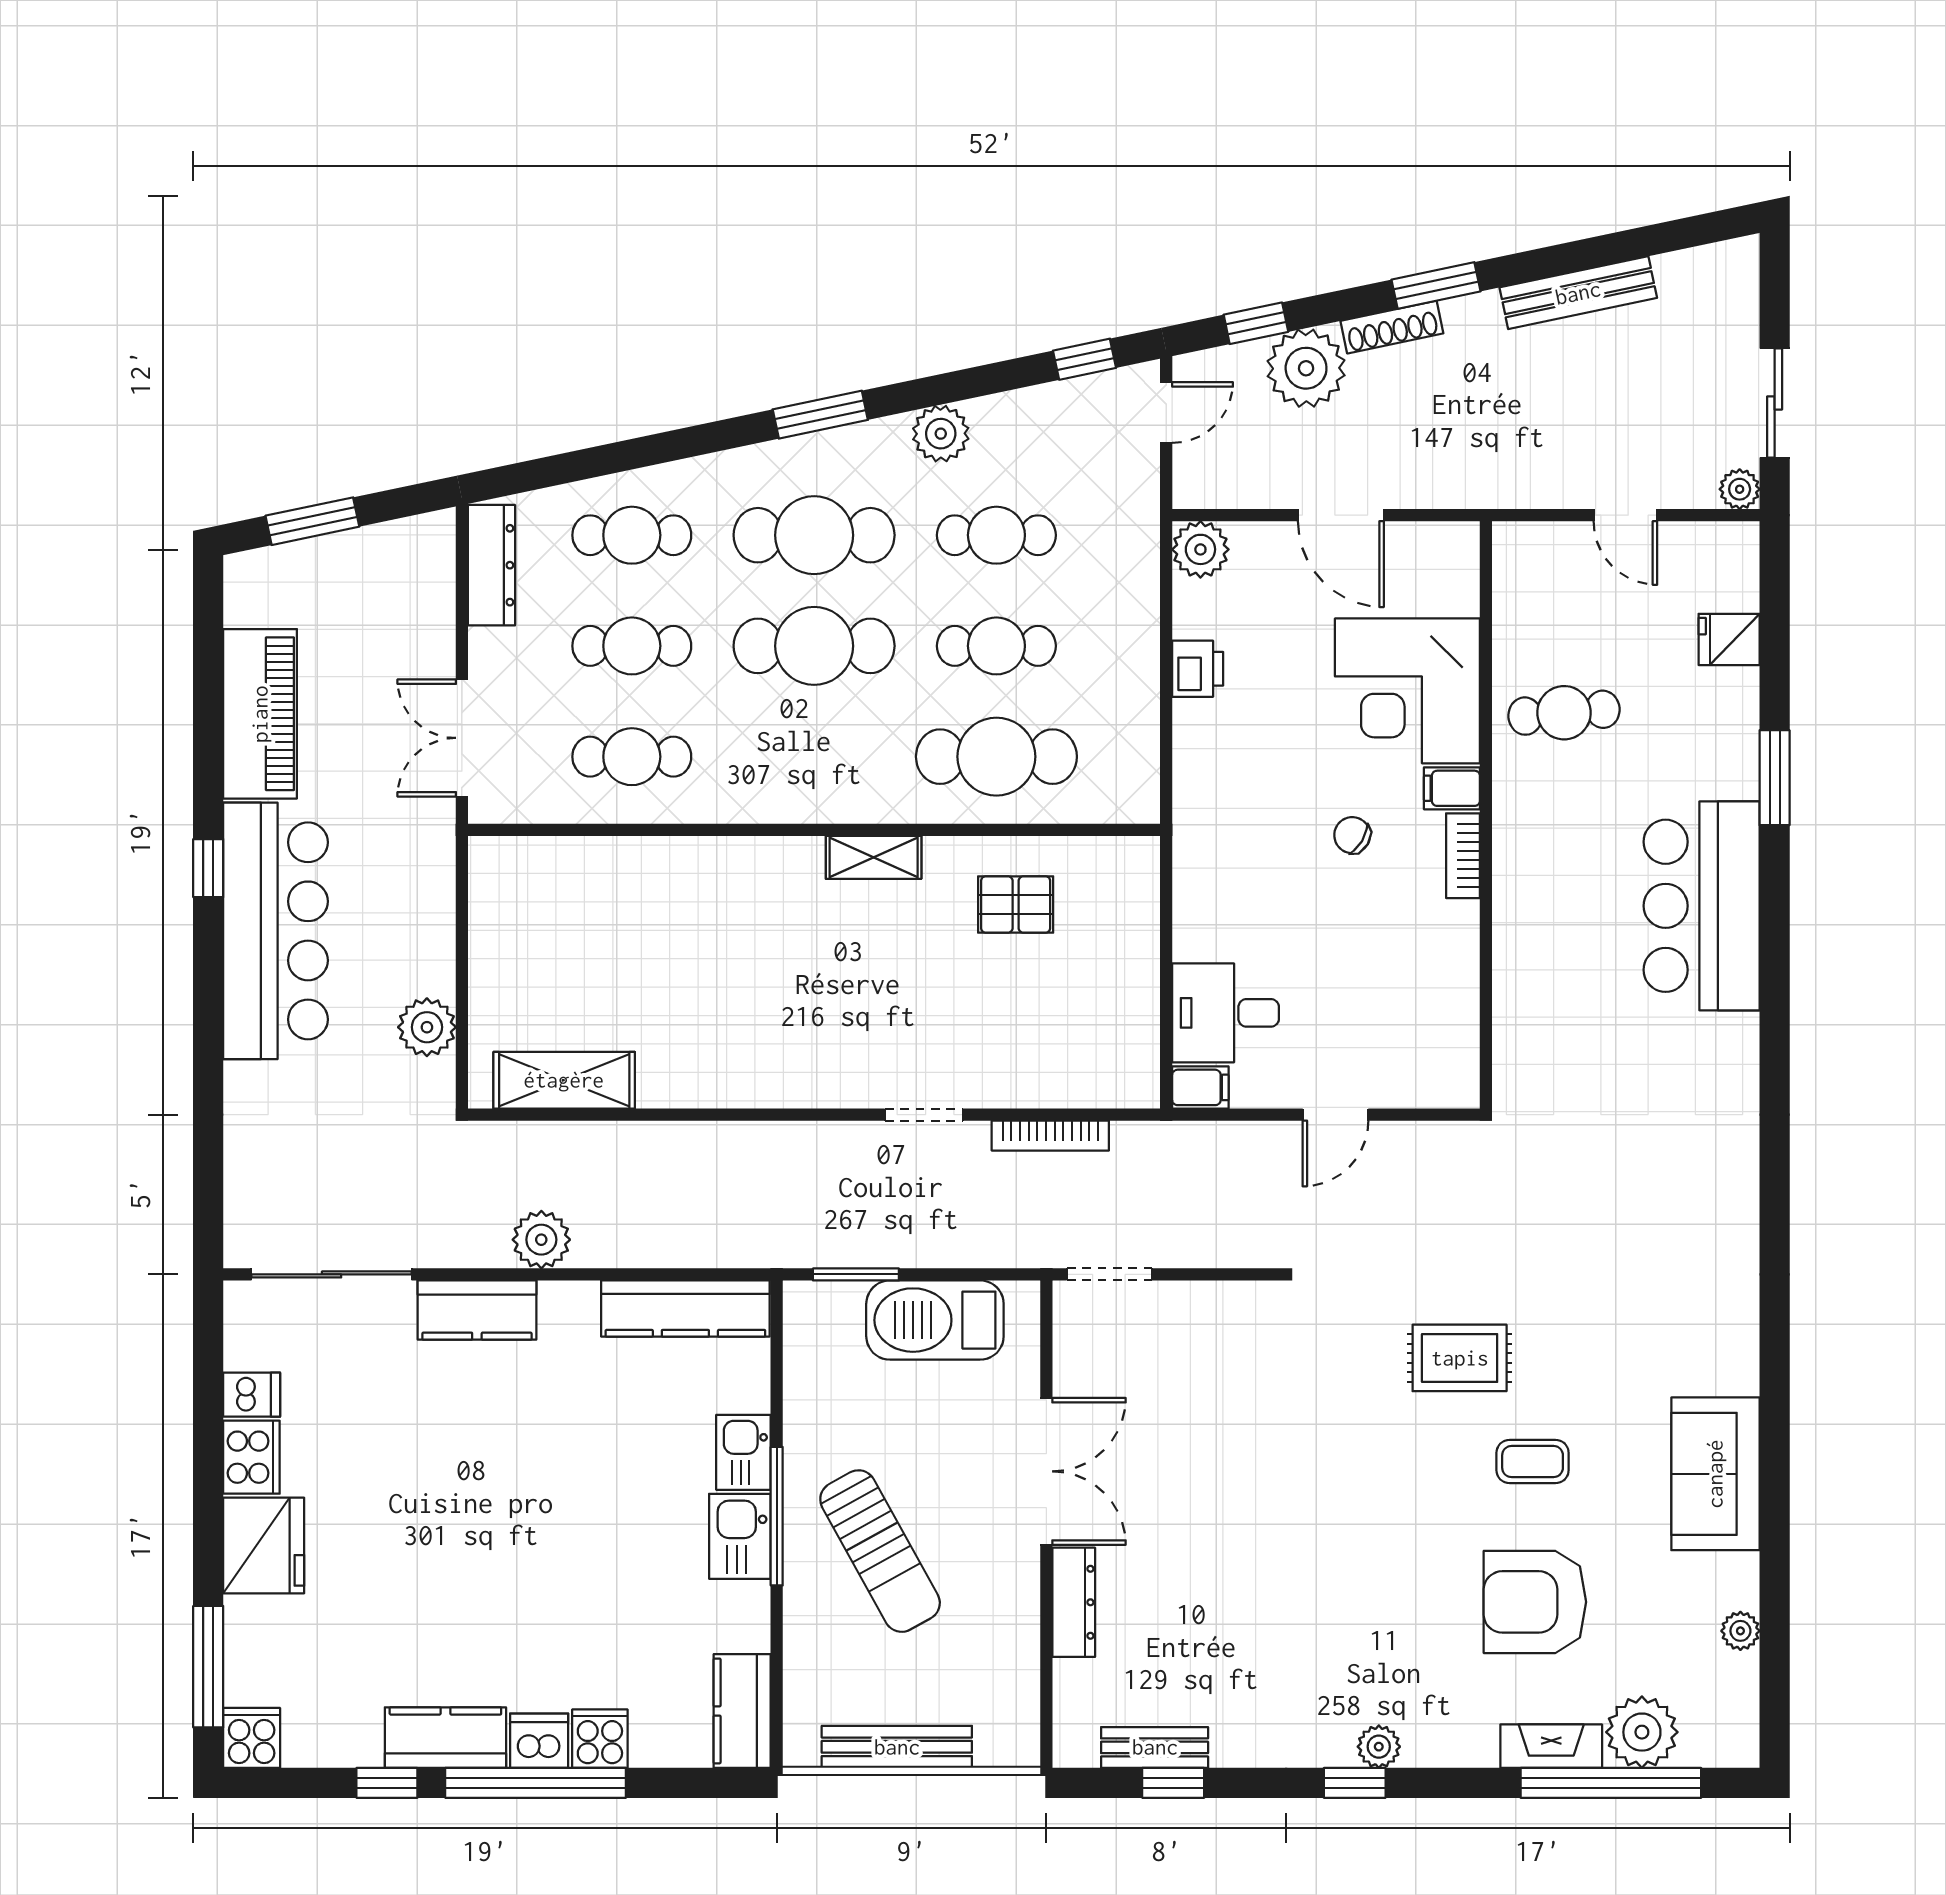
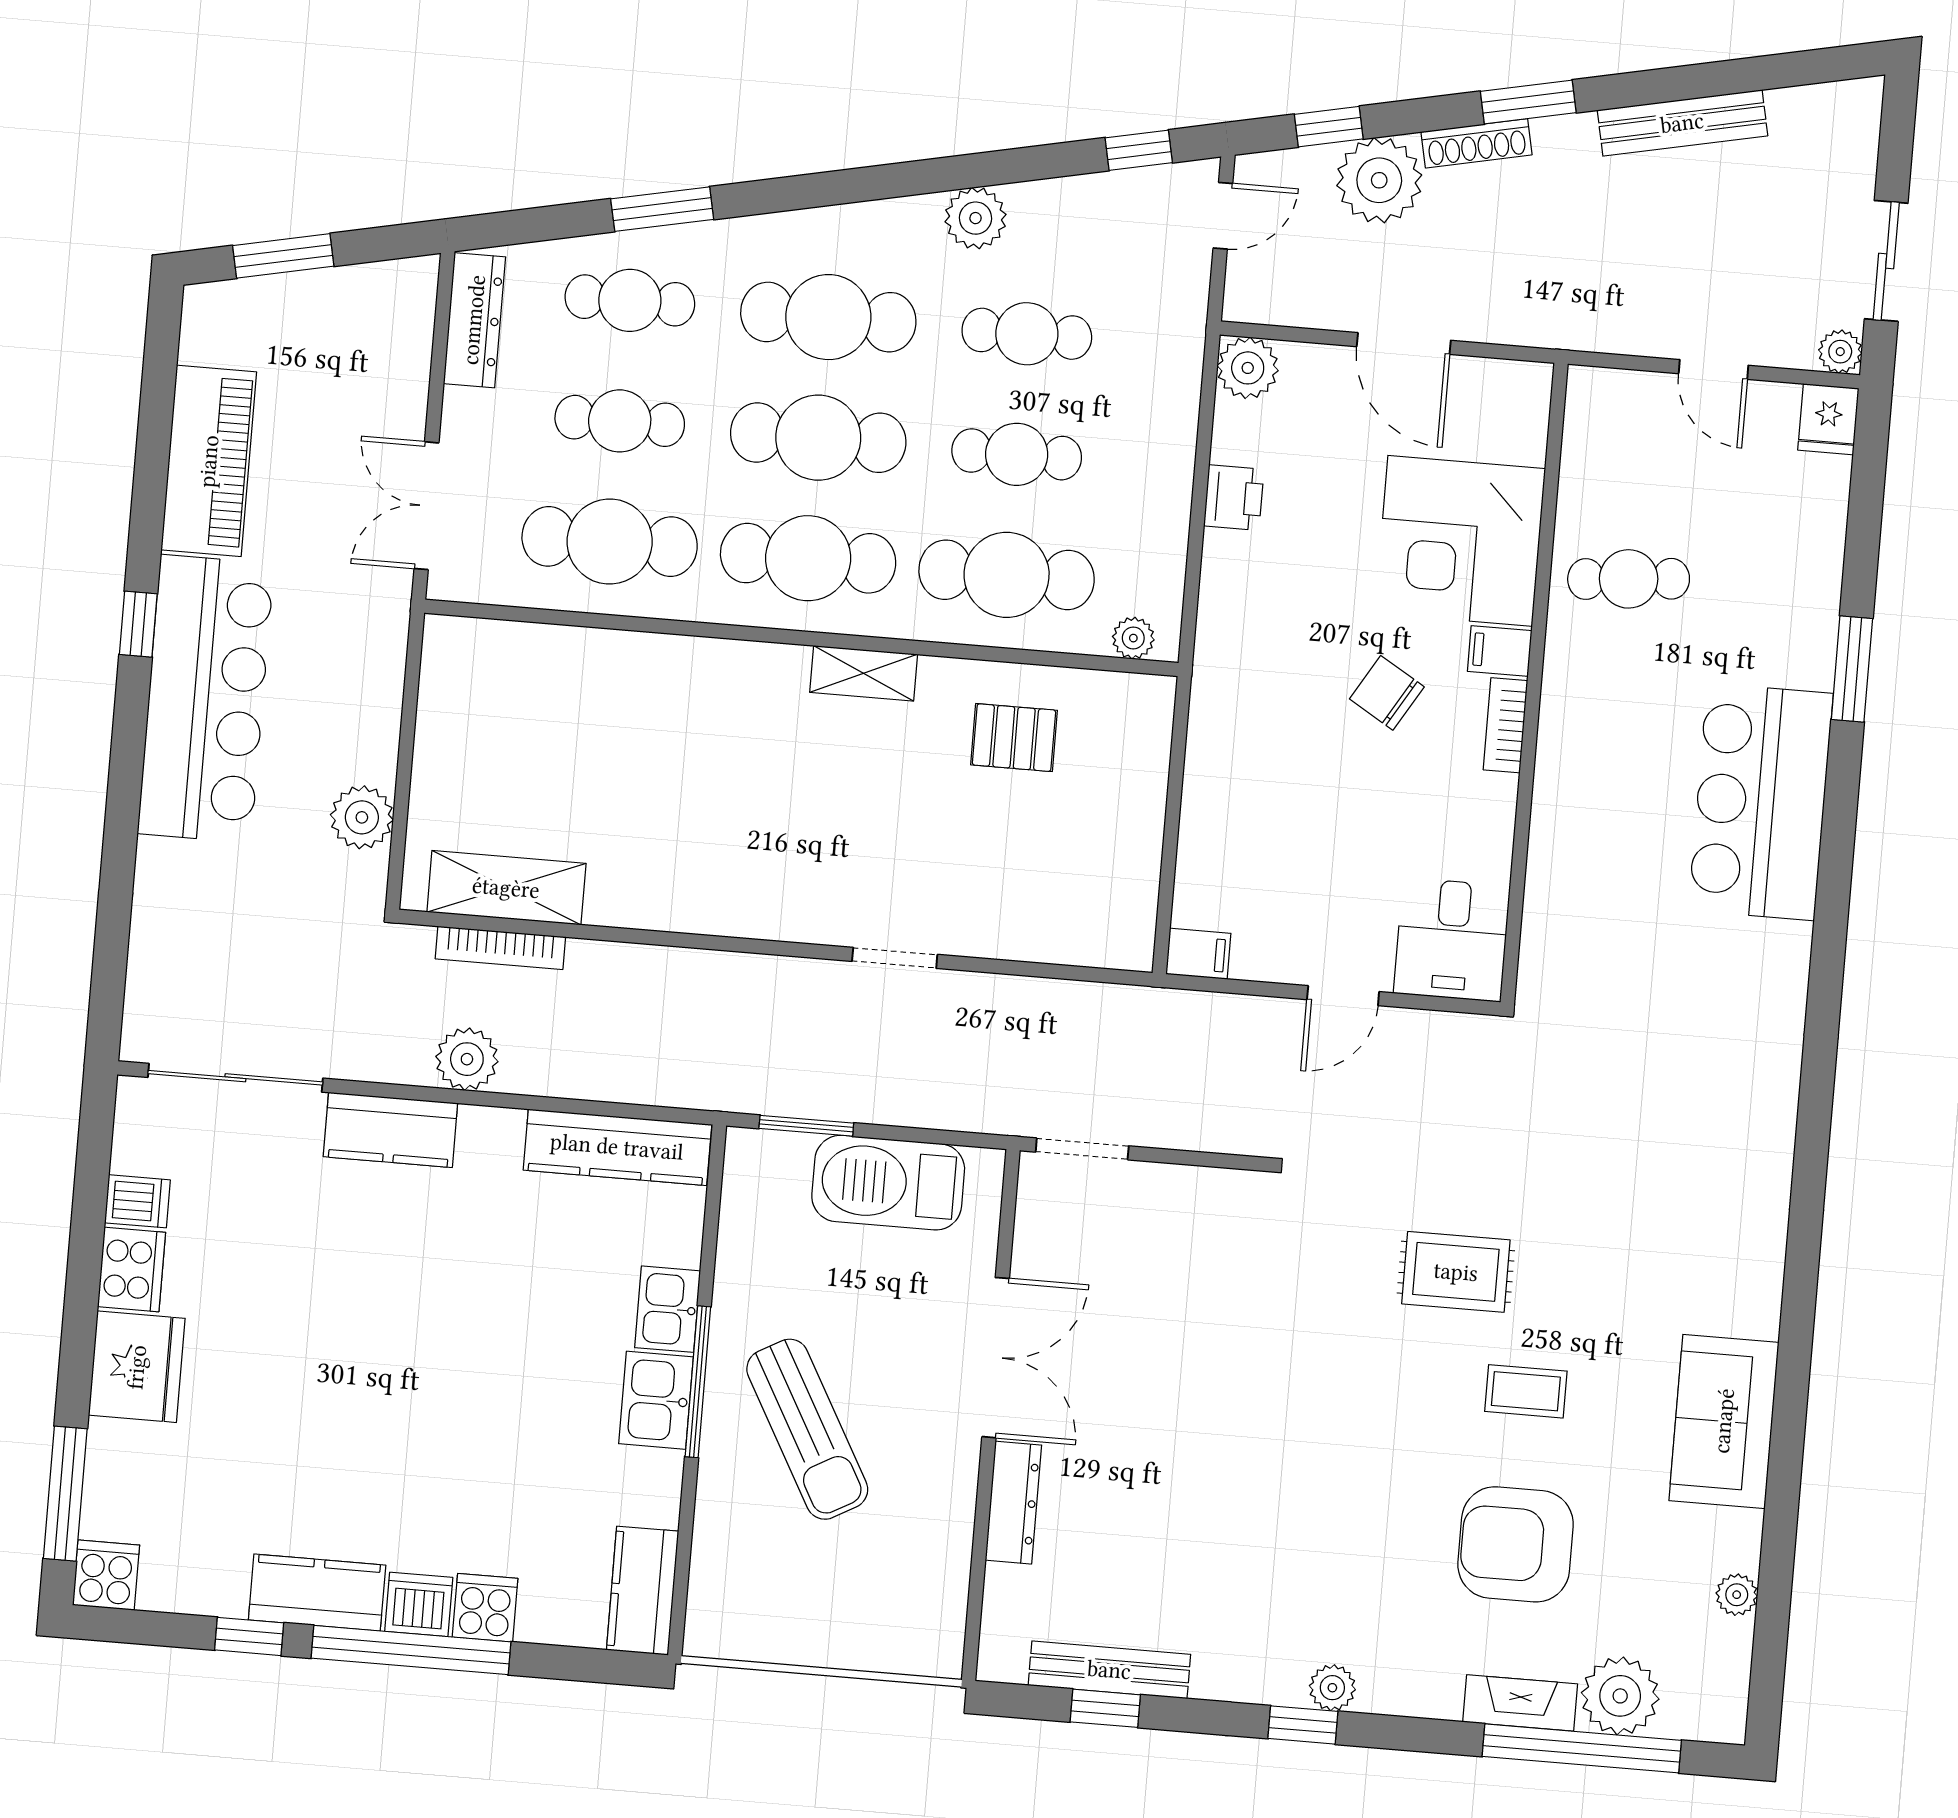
window: (820, 415) -> (662, 209), moved
fridge: (1729, 639) -> (1828, 419), moved, turned -90
cafe table: (632, 757) -> (610, 542), width x1.37, depth x1.35
cafe table: (814, 757) -> (808, 558), added
plant: (1117, 805) -> (1133, 638), added
chair: (1352, 835) -> (1387, 693), width x1.37, depth x1.37
desk: (1226, 1013) -> (1452, 940), moved, turned -90
bookcase: (1050, 1136) -> (500, 948), moved
bench: (897, 1747) -> (808, 1644), removed
bench: (1155, 1747) -> (1109, 1670), width x1.36

